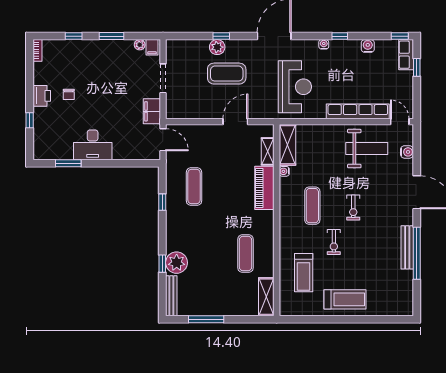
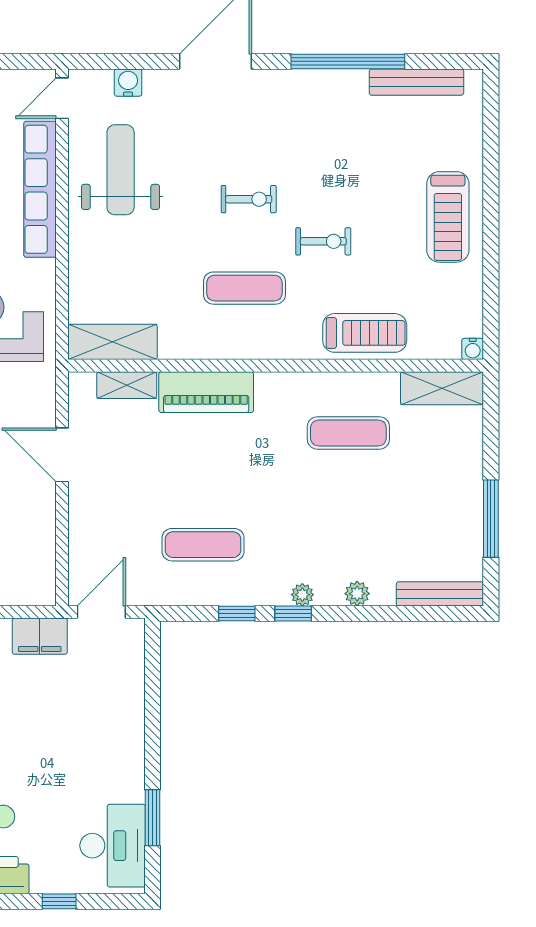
desk: (93, 145) -> (113, 846), moved
water cooler: (284, 171) -> (473, 349), moved
plant: (171, 232) -> (302, 595), added
bench: (407, 247) -> (416, 82), moved
plant: (177, 263) -> (357, 594), width x0.53, depth x0.53
window: (162, 264) -> (293, 613), moved
treadmill: (304, 273) -> (365, 333), moved
treadmill: (345, 299) -> (448, 217), turned 180

